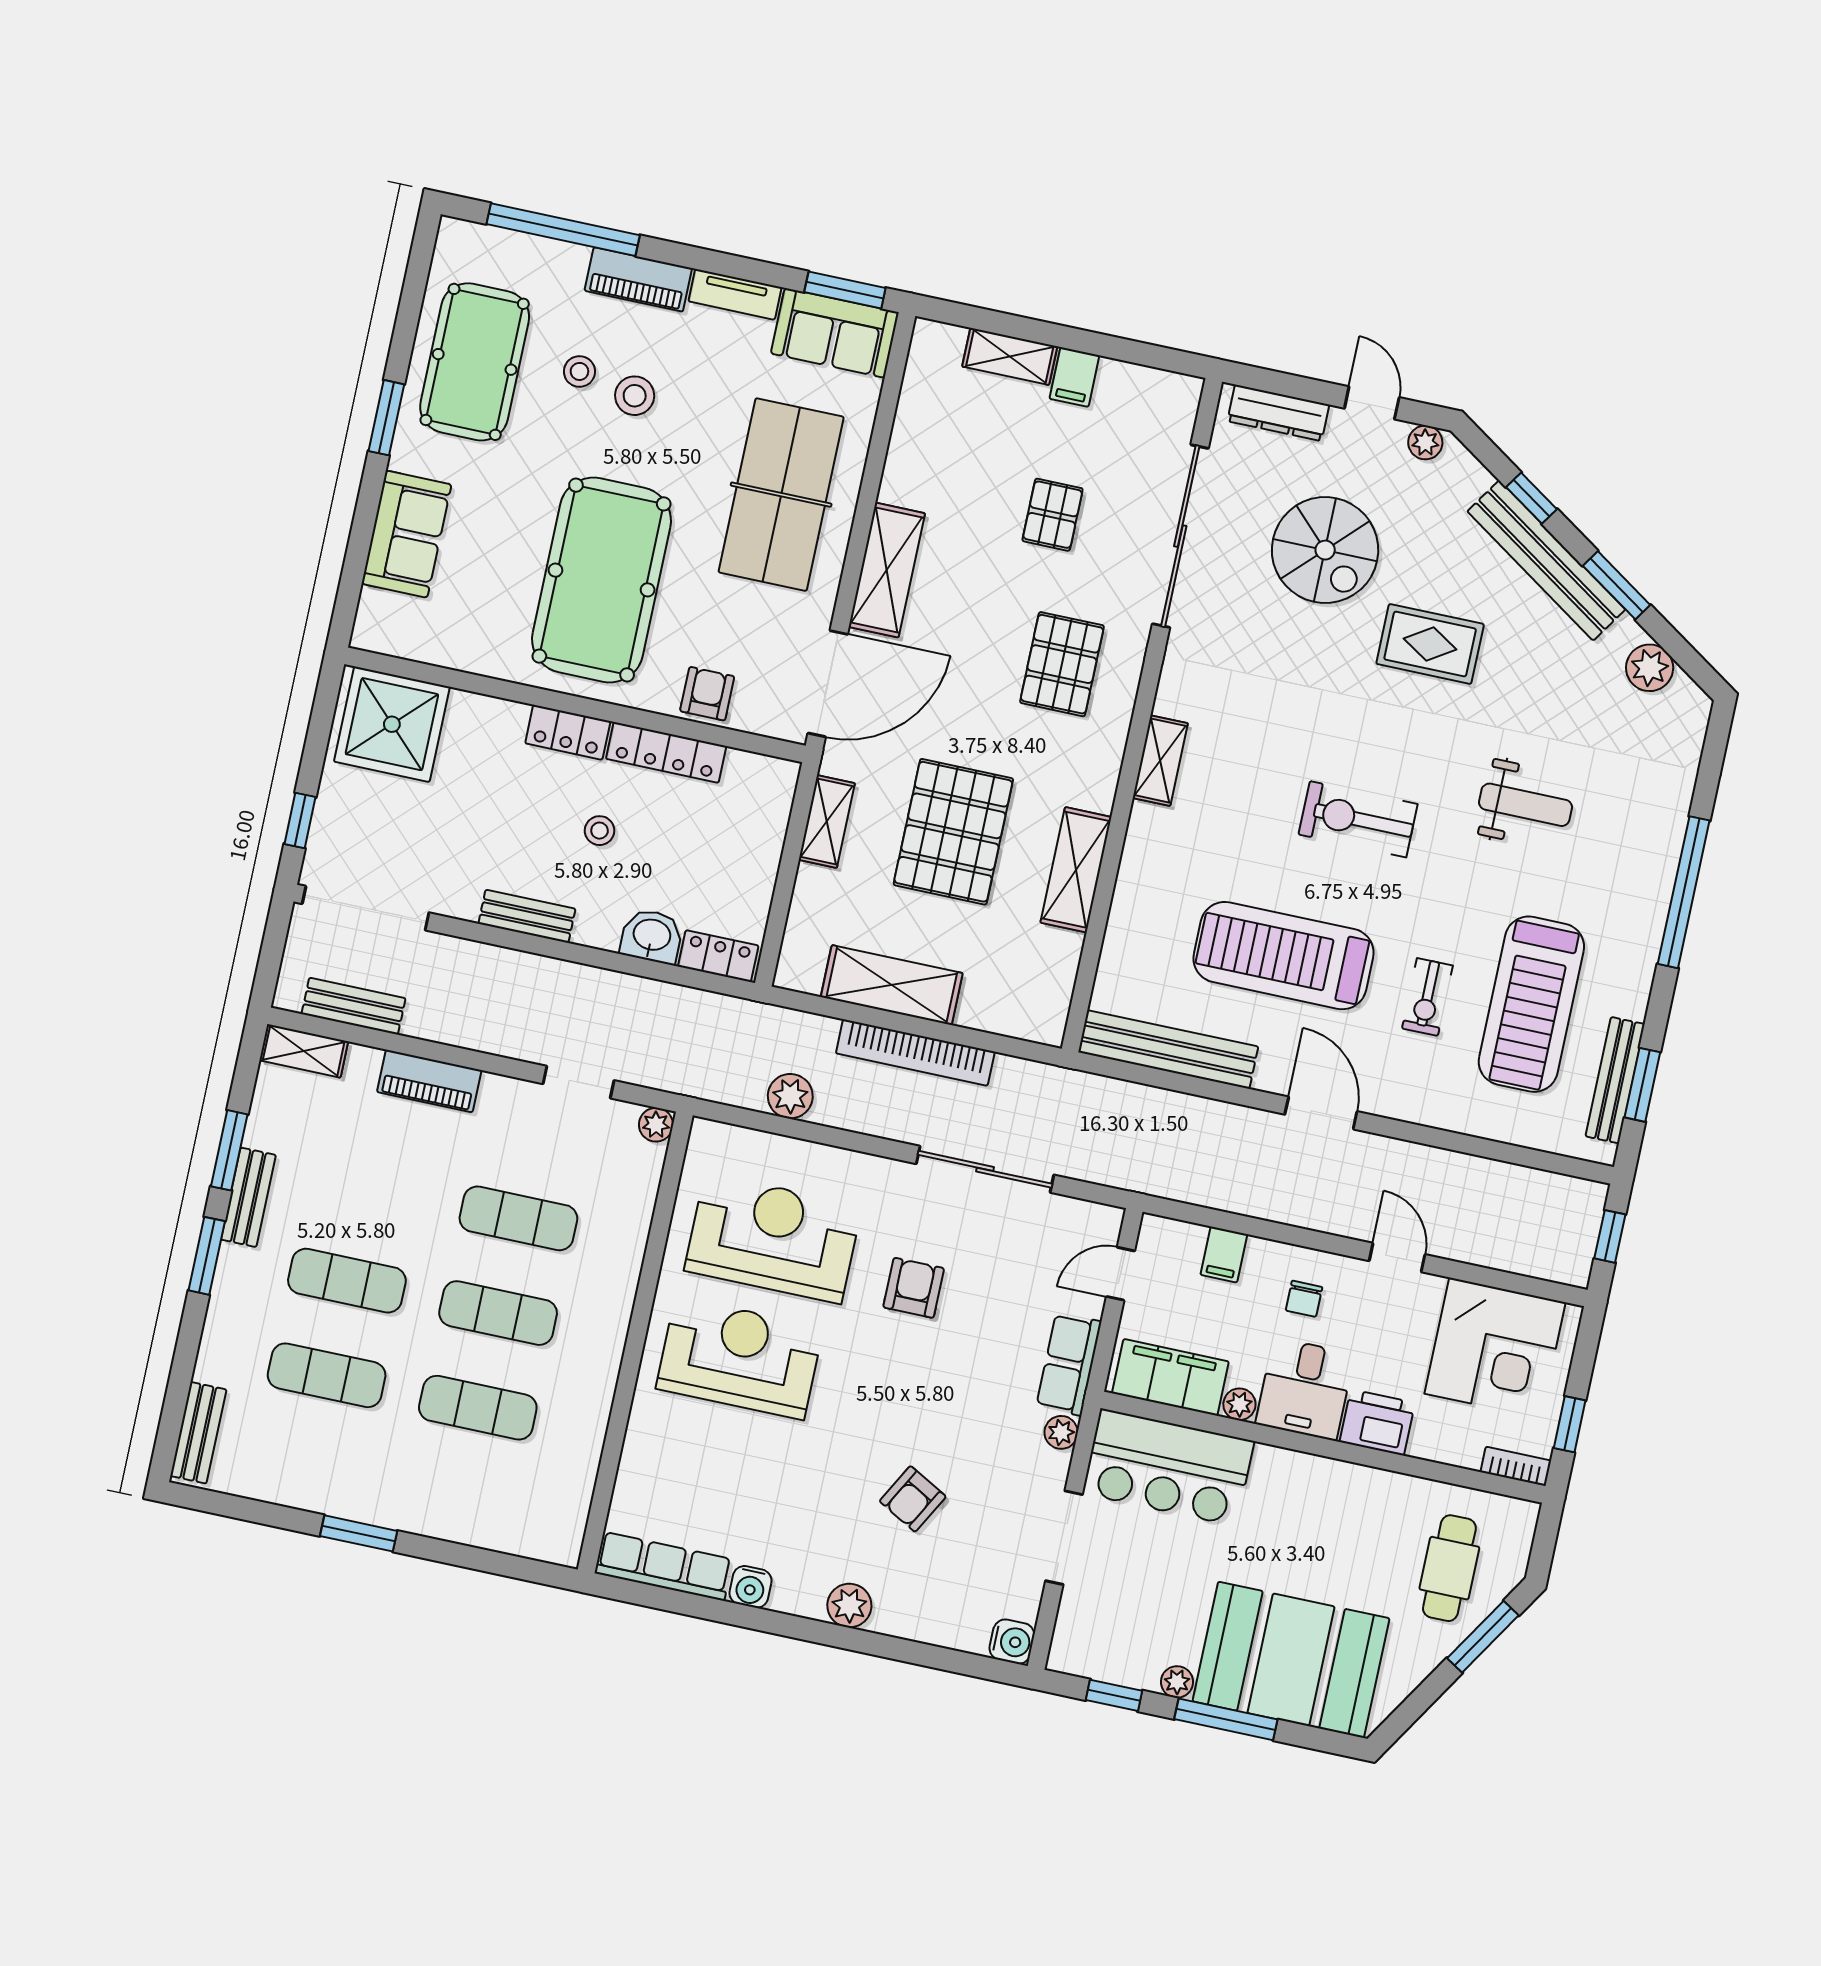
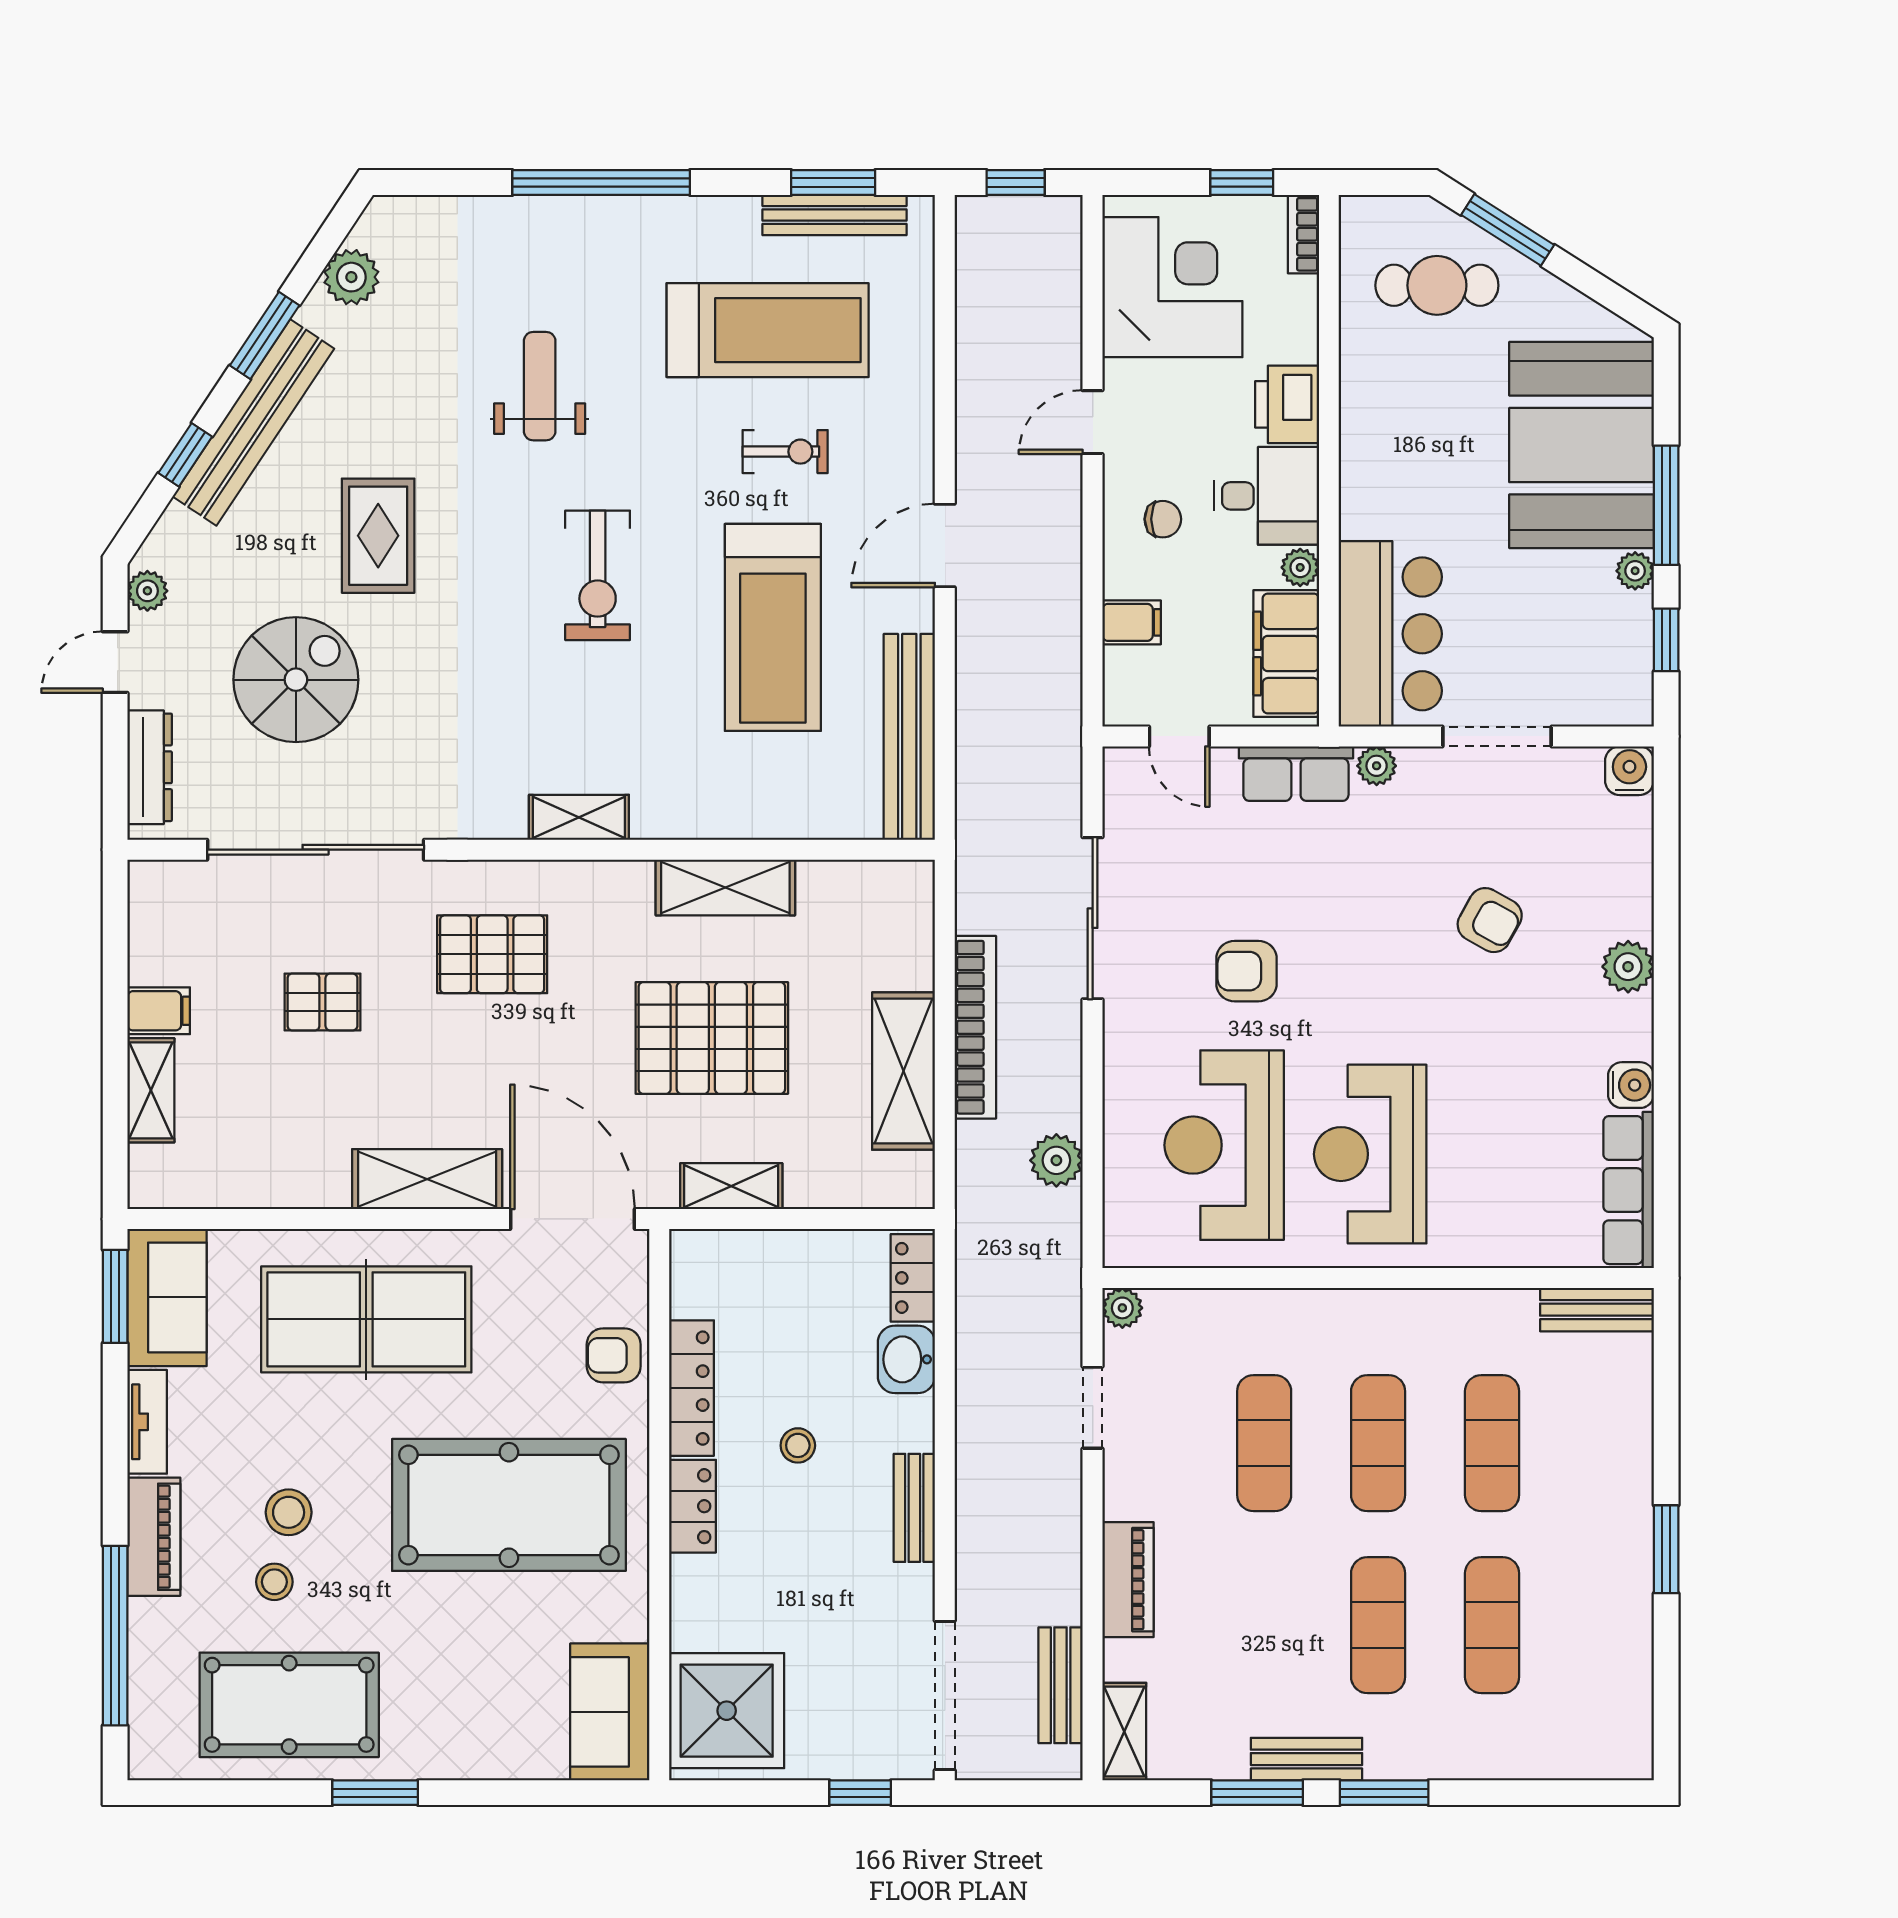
sofa: (406, 534) -> (610, 1712), moved, turned -90
bench: (198, 1433) -> (1597, 1310), moved

